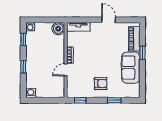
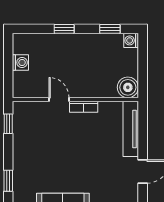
tv unit: (78, 27) -> (131, 129), width x1.41
armchair: (101, 84) -> (36, 158), removed
washing machine: (31, 93) -> (20, 63), moved

